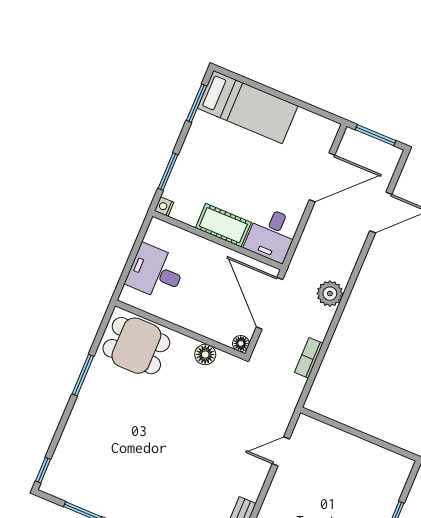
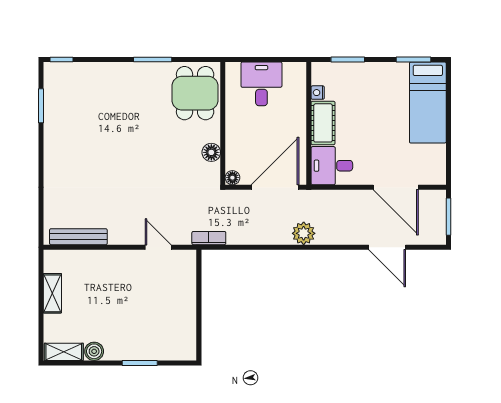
nightstand: (164, 207) -> (318, 93), moved, turned -90
bookcase: (309, 358) -> (209, 238), moved

